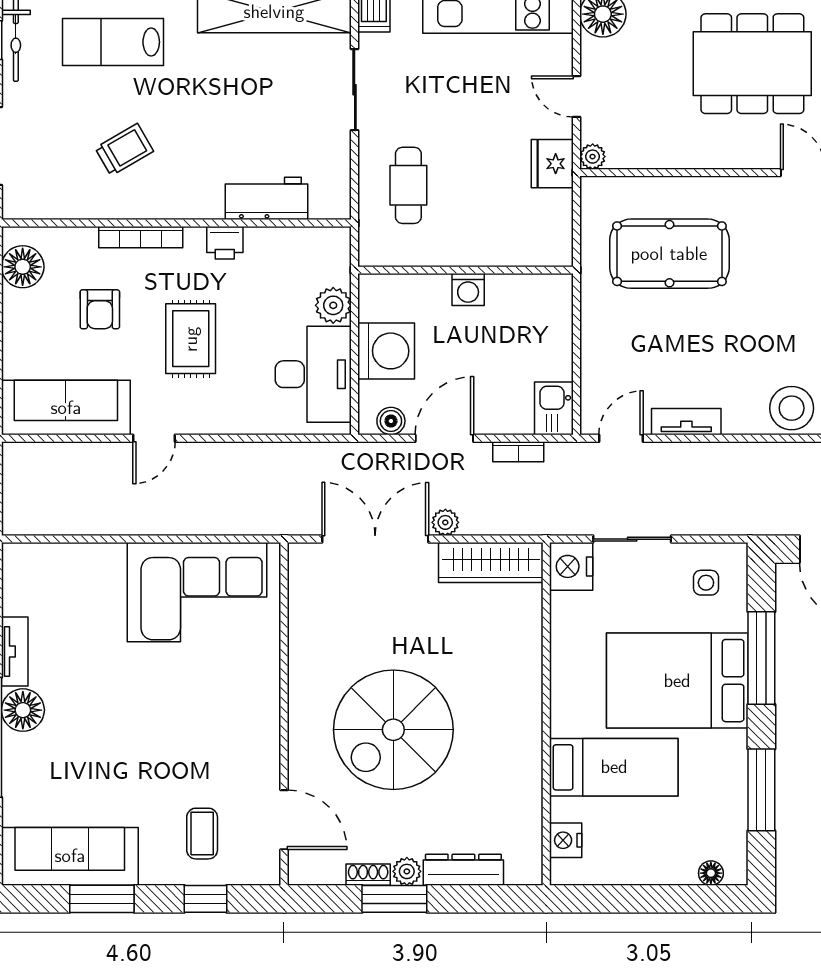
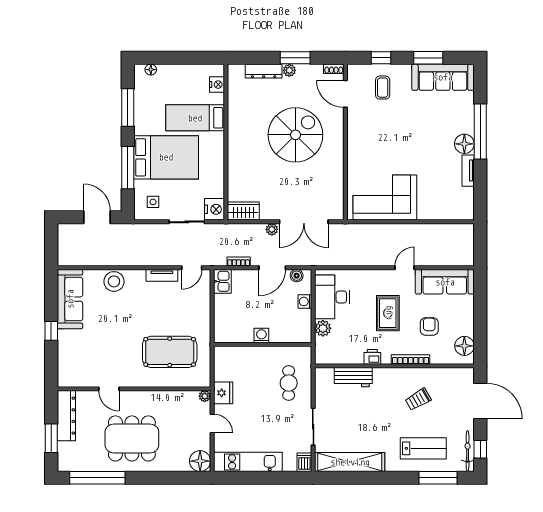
washing machine: (386, 351) -> (305, 301), width x0.53, depth x0.53
wardrobe: (491, 563) -> (243, 211), width x0.67
shoe rack: (368, 875) -> (334, 69), moved

